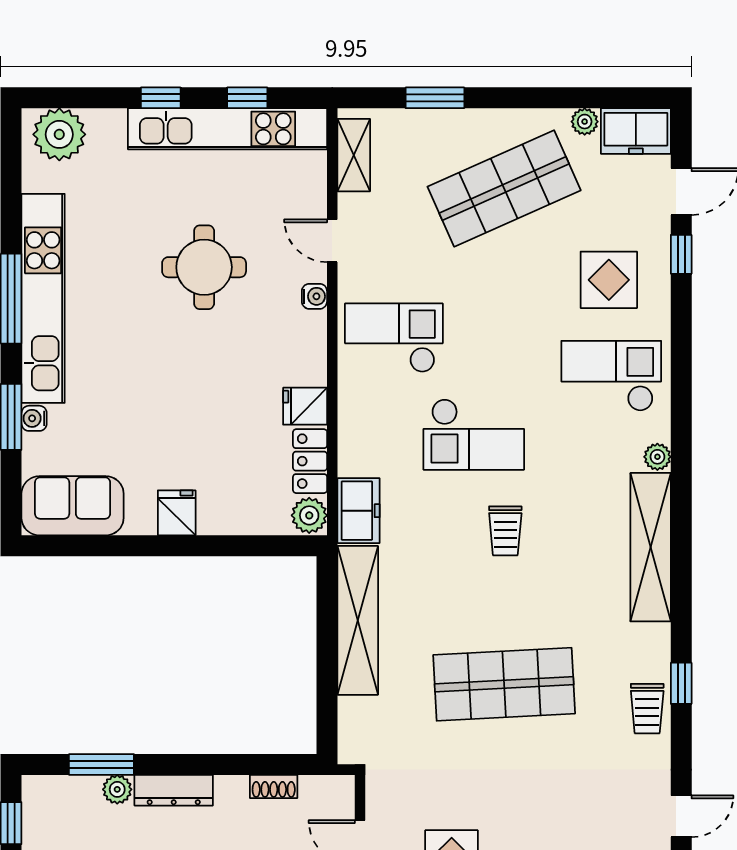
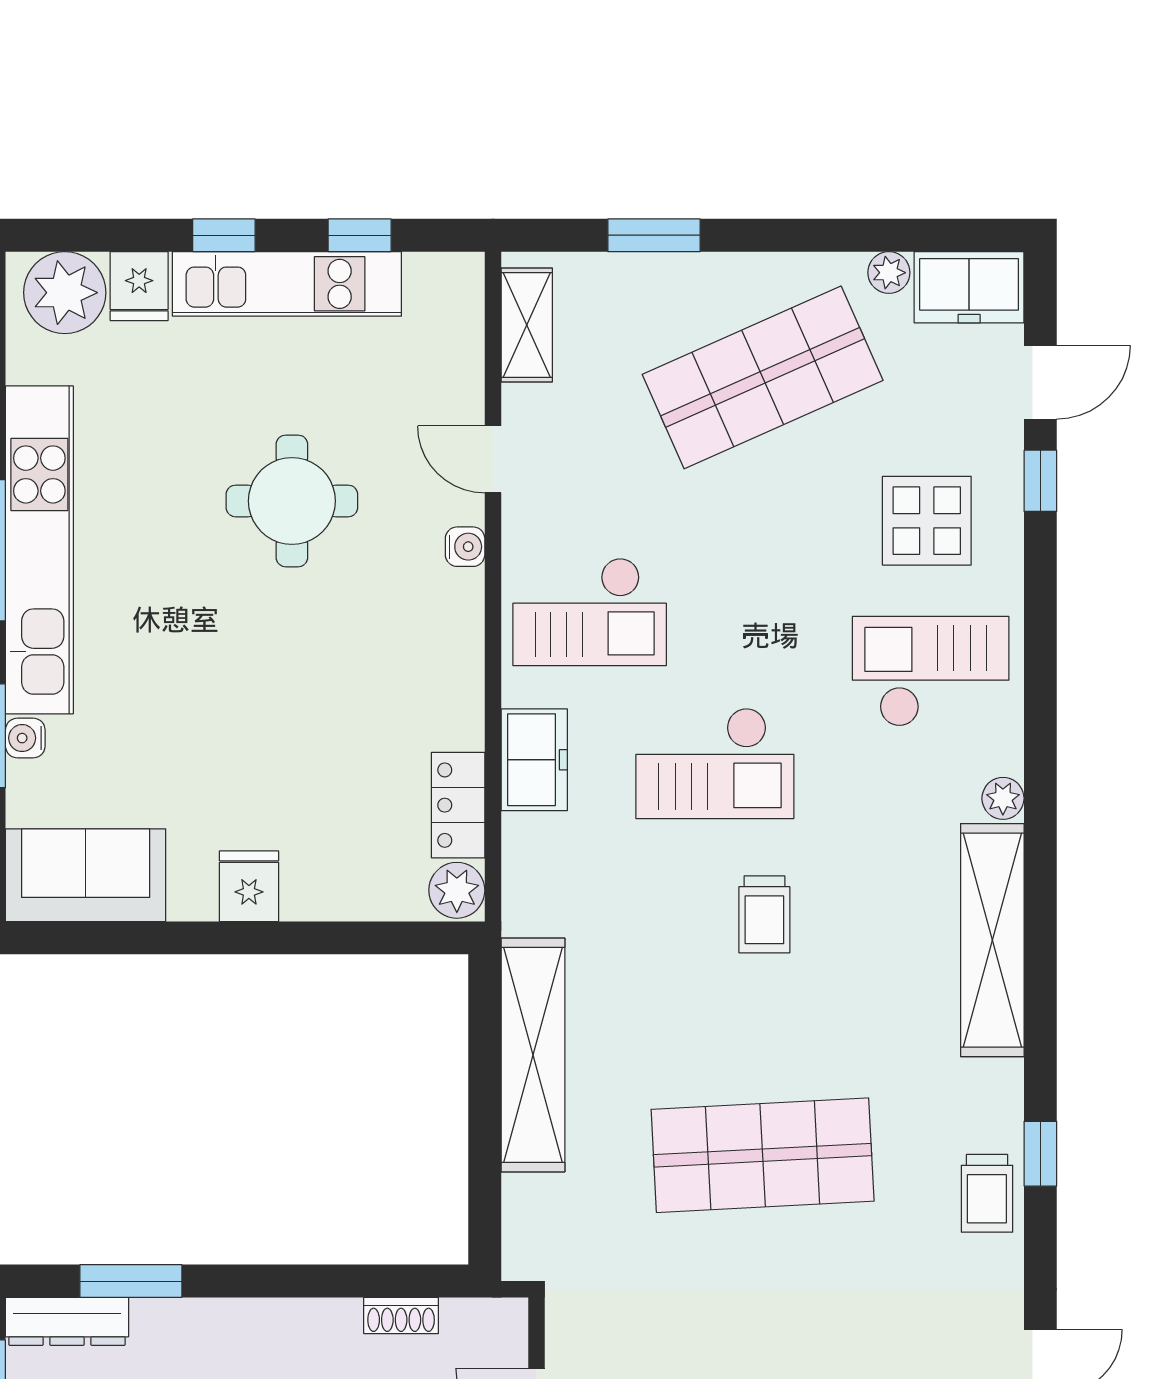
kitchen unit: (227, 129) -> (287, 284), width x0.73
checkout: (394, 338) -> (590, 612), turned 180
fridge: (305, 406) -> (139, 286), moved, turned -90
freezer: (359, 511) -> (534, 760), moved
plant: (117, 789) -> (156, 1320), removed
dresser: (174, 790) -> (67, 1321), moved

